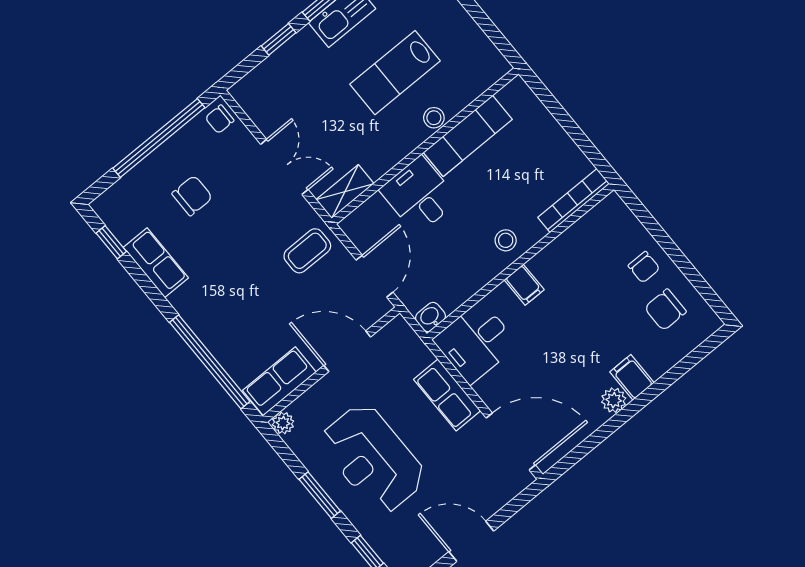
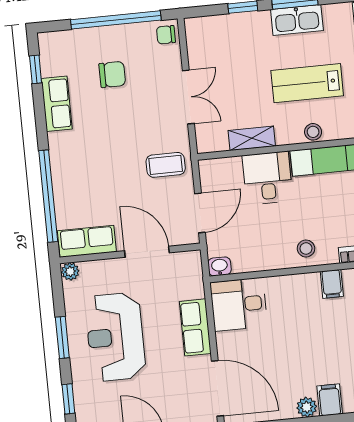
shelving: (345, 192) -> (252, 138), moved
filing cabinet: (524, 285) -> (332, 284), moved

